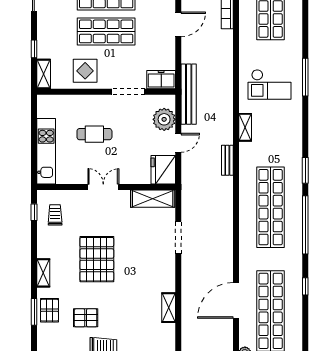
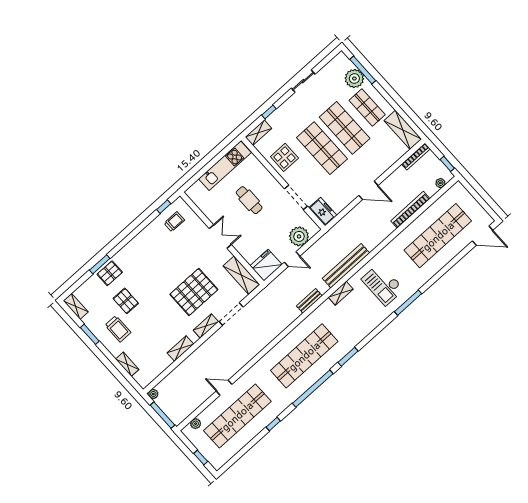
bench: (189, 94) -> (346, 266), moved
kitchen unit: (46, 151) -> (225, 166), moved
pallet: (97, 259) -> (194, 292), moved
shelving: (43, 273) -> (206, 326), moved
door: (236, 300) -> (224, 388), width x0.53

